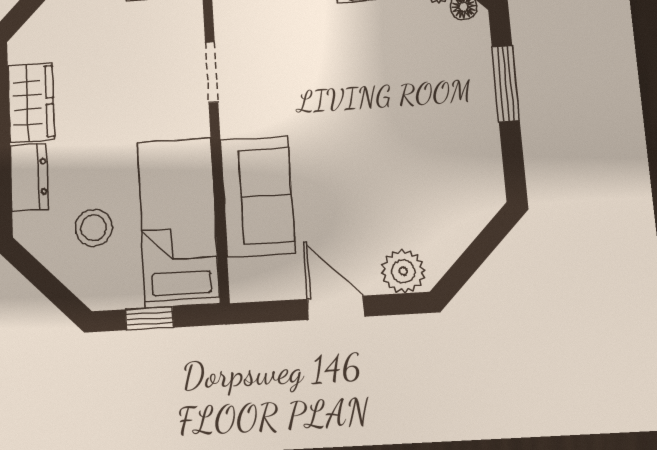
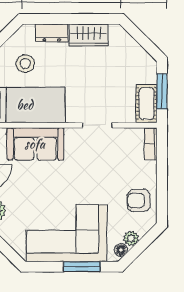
corner sofa: (439, 120) -> (67, 233), added

